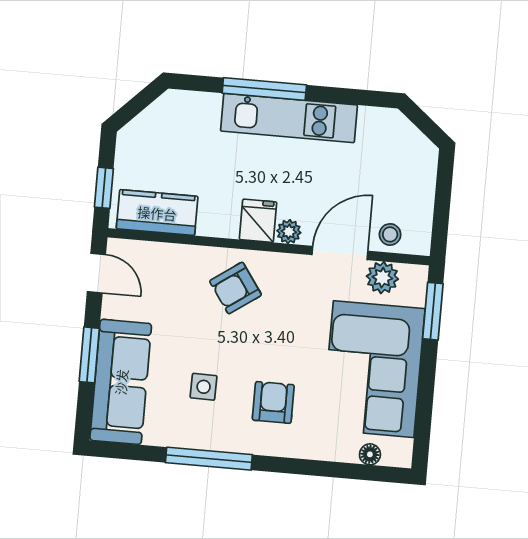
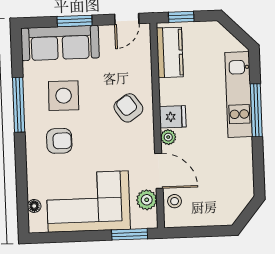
kitchen unit: (289, 118) -> (239, 95), moved
side table: (204, 387) -> (64, 96), width x1.87, depth x1.87

